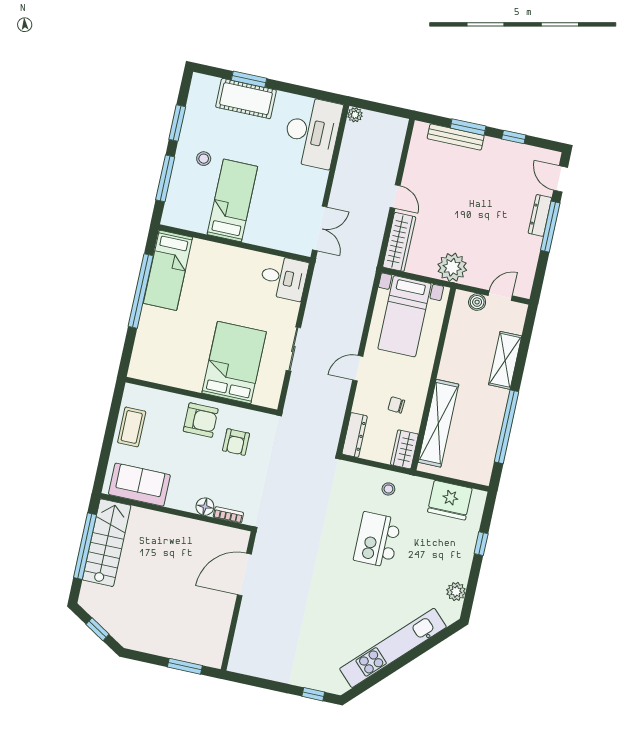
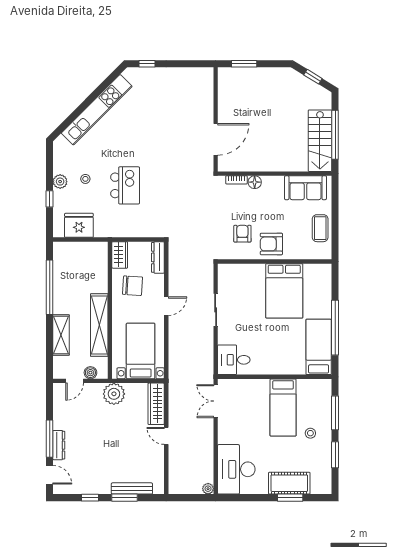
bed: (234, 362) -> (284, 291), moved
chair: (396, 405) -> (133, 286), width x1.87, depth x1.87
shelving: (438, 423) -> (99, 325), moved
stool: (388, 489) -> (85, 179), moved
plant: (456, 592) -> (60, 182), moved

